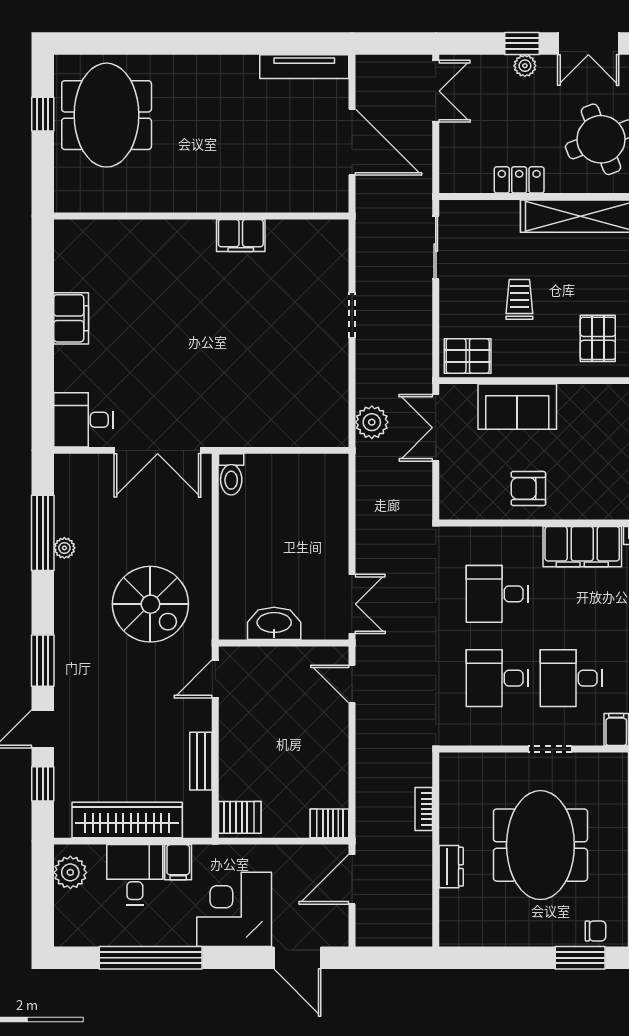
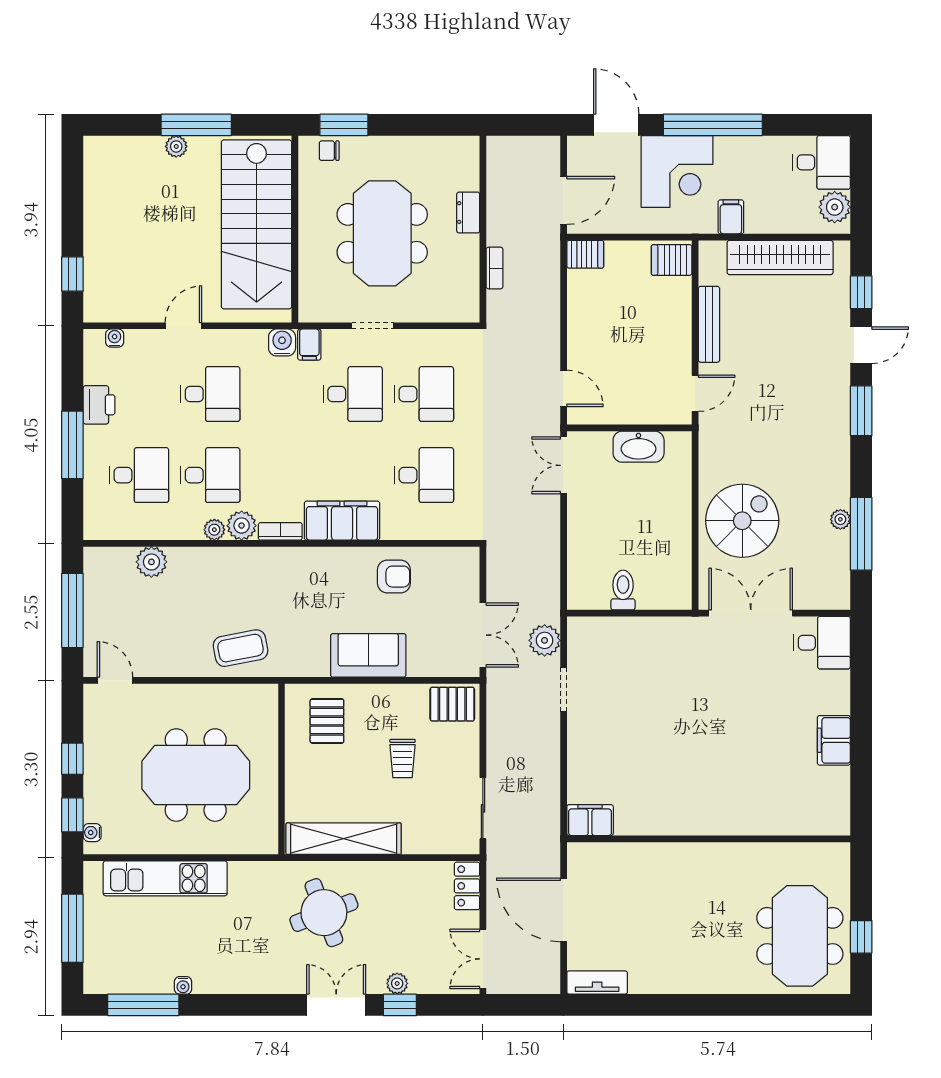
tv unit: (304, 67) -> (597, 983), width x0.71
locker: (519, 180) -> (467, 886), moved, turned 90
filing cabinet: (241, 235) -> (590, 820), moved
doorway: (352, 315) -> (564, 689), moved
sofa: (517, 407) -> (368, 655), moved
toilet: (231, 474) -> (623, 590), moved
spiral stairs: (150, 604) -> (742, 521), moved, turned 90
bench: (201, 761) -> (709, 324), width x1.36
desk: (135, 875) -> (822, 162), moved, turned -90
window: (151, 958) -> (713, 125), moved

